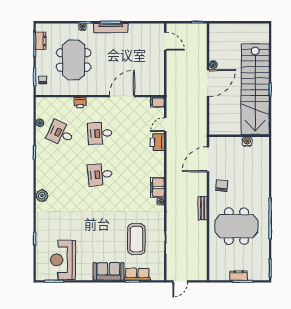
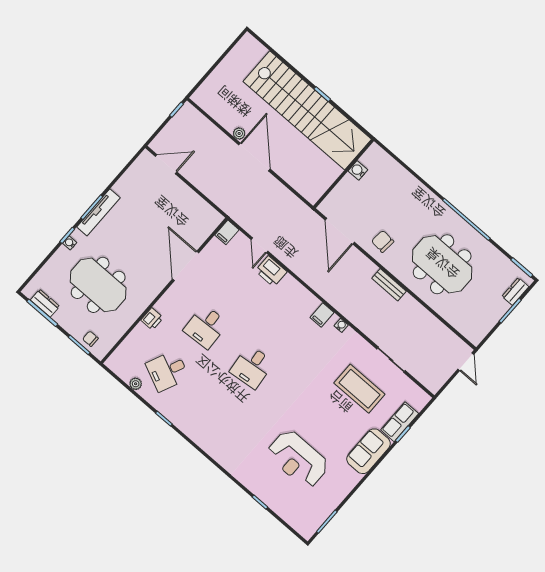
filing cabinet: (157, 187) -> (322, 315), width x0.50
plant: (42, 196) -> (219, 452), removed
meeting table: (236, 226) -> (442, 264), turned 90
reception desk: (63, 260) -> (298, 459), moved
dresser: (239, 275) -> (515, 292), moved
door: (180, 281) -> (466, 362), moved

